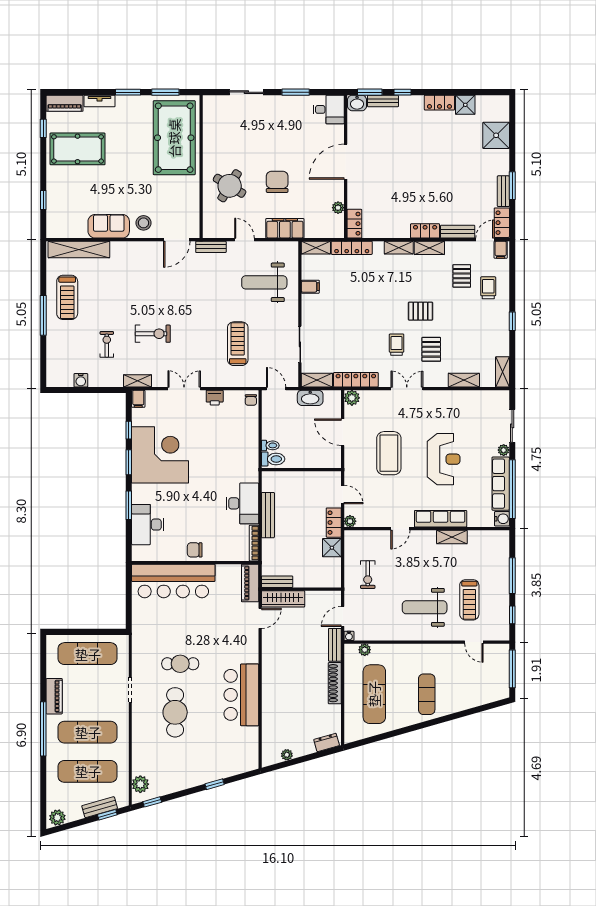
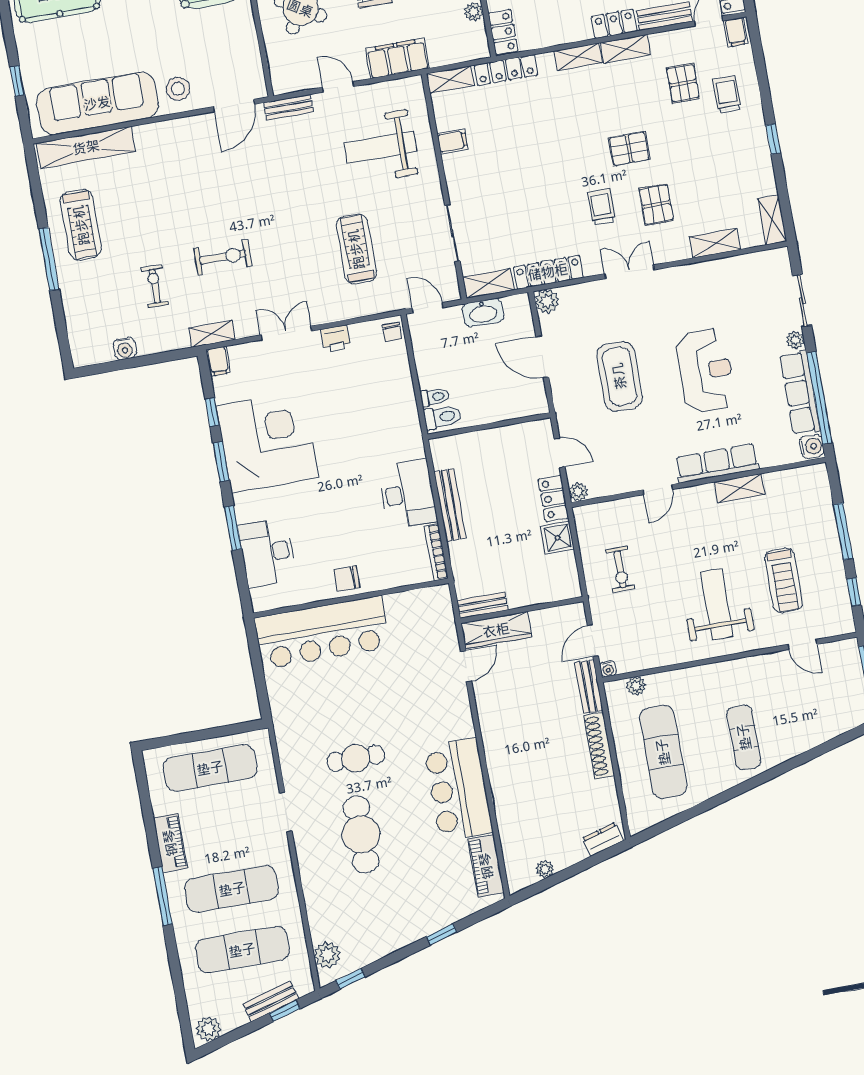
sofa: (109, 226) -> (97, 103), width x1.85, depth x1.27
piano: (250, 583) -> (486, 866), moved
weight bench: (425, 607) -> (717, 604), turned 90
window: (43, 729) -> (162, 896), width x0.68

